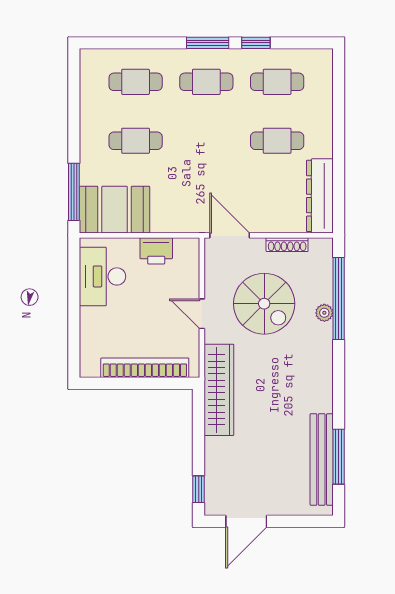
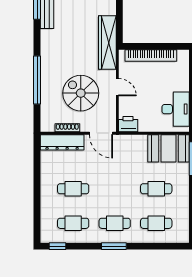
window: (256, 43) -> (58, 246), moved
dresser: (320, 196) -> (62, 142), moved, turned 90
printer: (156, 251) -> (128, 124), moved
window: (339, 298) -> (37, 80), moved
plant: (324, 313) -> (45, 88), removed

